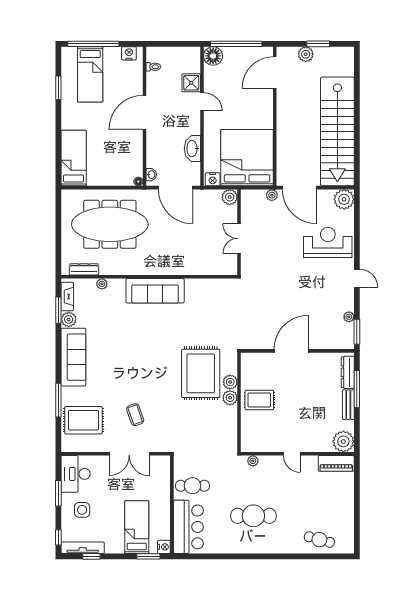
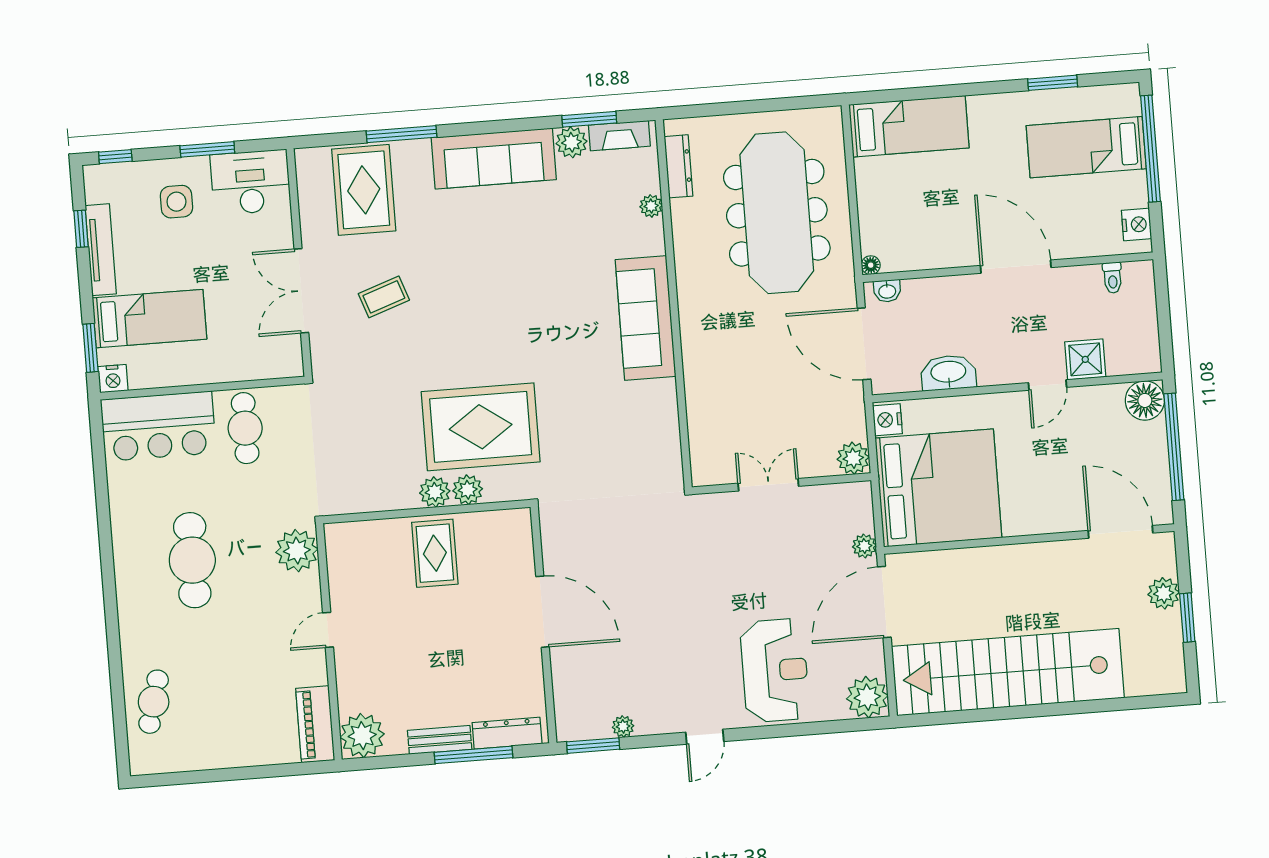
door: (176, 188) -> (864, 344), hinge flipped
plant: (253, 461) -> (297, 551), width x1.87, depth x1.87
tv unit: (83, 548) -> (101, 250), moved

